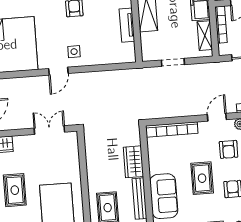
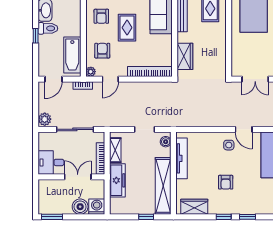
tv unit: (127, 25) -> (182, 158), width x1.41
boiler: (147, 50) -> (166, 142), added
door: (58, 71) -> (244, 129), swing flipped
wardrobe: (133, 162) -> (185, 56), moved

